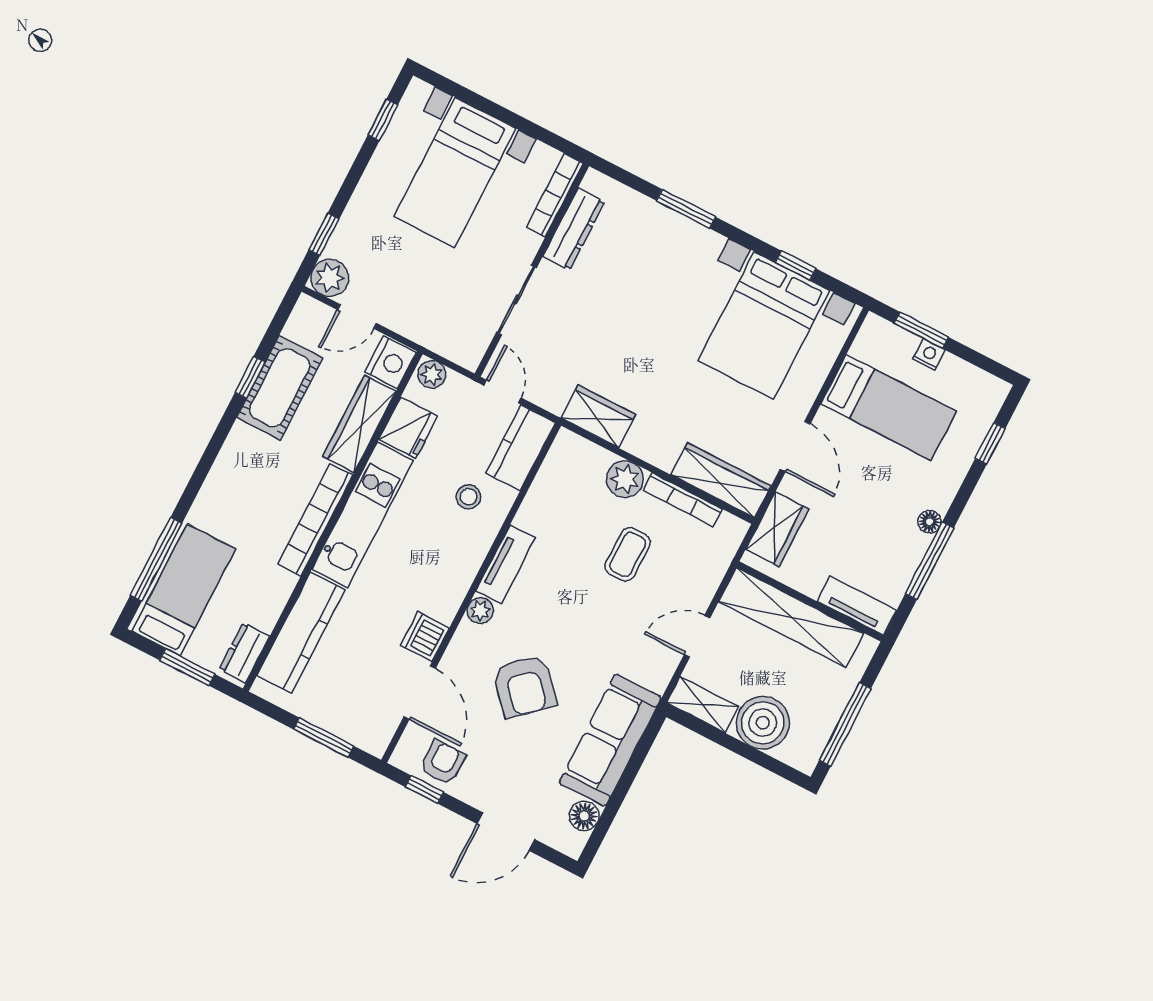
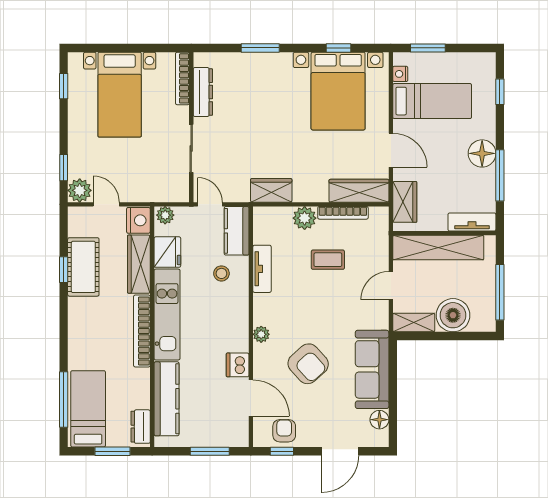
door: (357, 317) -> (106, 204), swing flipped
nightstand: (929, 355) -> (400, 74), moved, turned -90
floor lamp: (930, 522) -> (482, 153), width x1.89, depth x1.89
coffee table: (628, 554) -> (328, 260), turned 90
tv unit: (506, 564) -> (262, 269), moved

